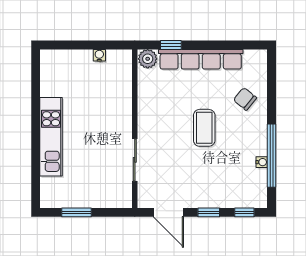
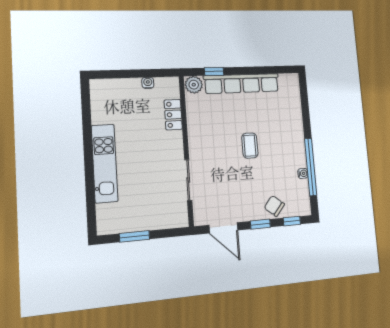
locker: (124, 90) -> (173, 115), added
chair: (245, 99) -> (274, 206), moved
coffee table: (204, 128) -> (250, 146), width x0.73, depth x0.77

